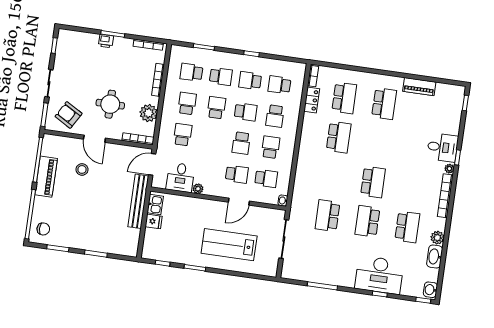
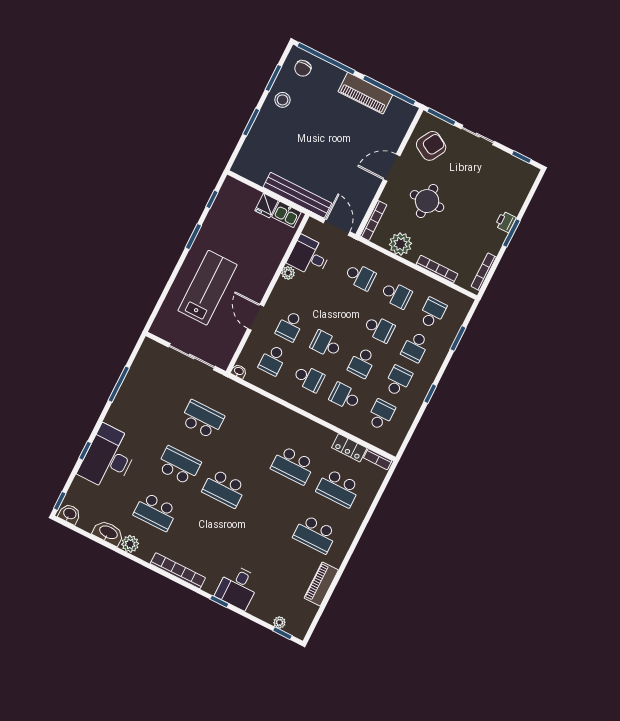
stool: (82, 169) -> (282, 100), moved
plant: (449, 169) -> (279, 622), moved

